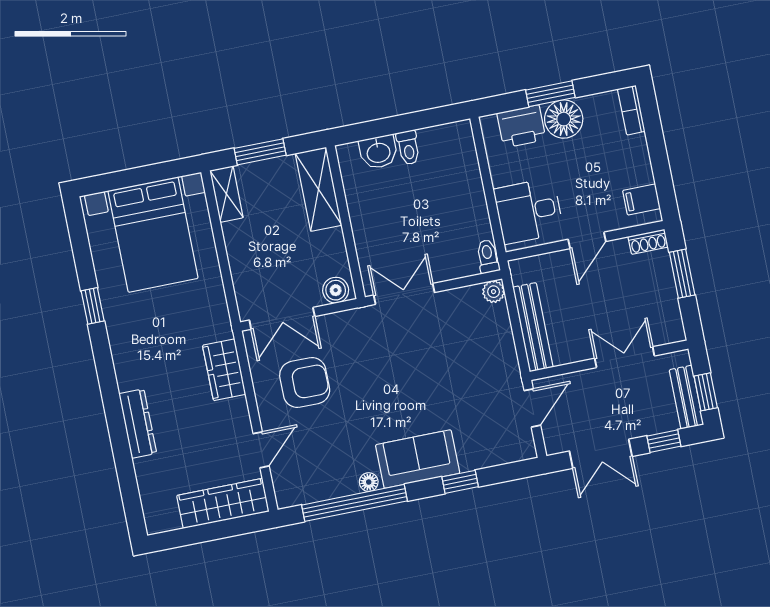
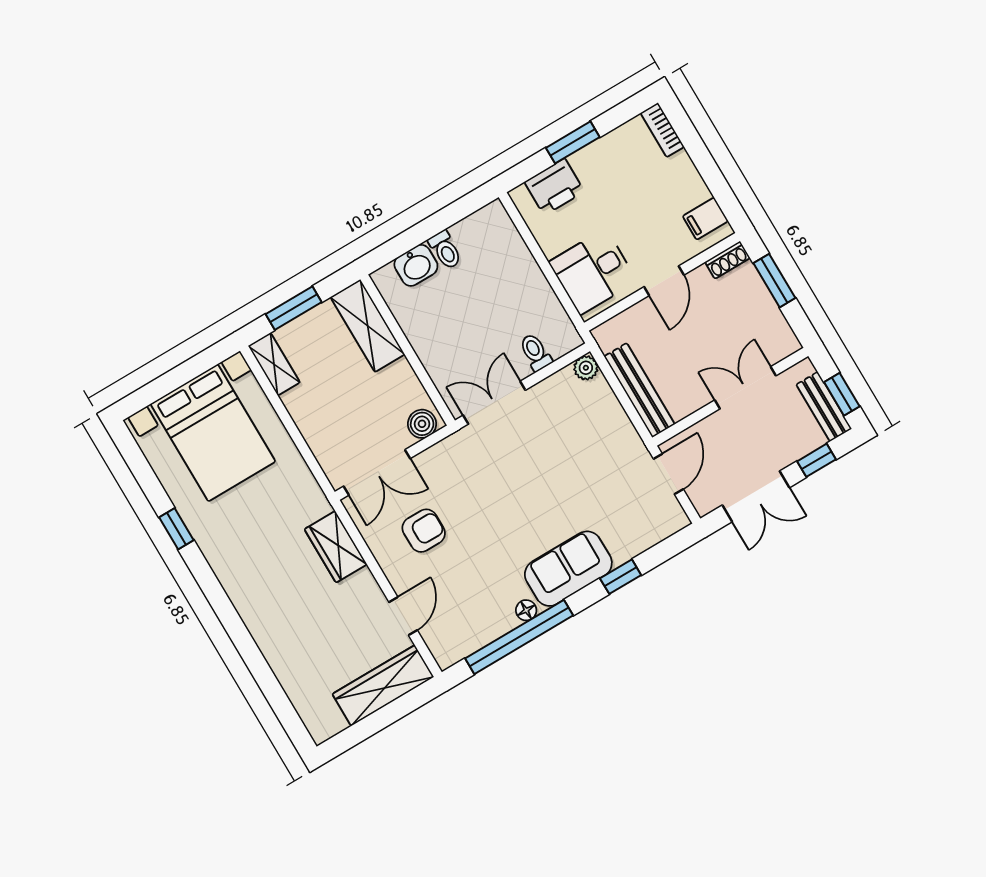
floor lamp: (564, 119) -> (596, 164), removed
toilet: (488, 256) -> (535, 352), moved
armchair: (305, 383) -> (424, 531), width x0.72, depth x0.72
dresser: (138, 424) -> (266, 634), removed

